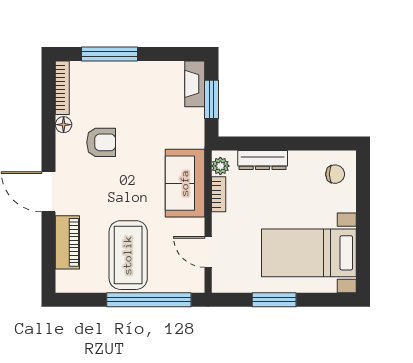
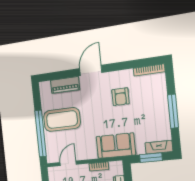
window: (109, 54) -> (173, 111), moved
floor lamp: (64, 125) -> (128, 74), removed
plant: (220, 166) -> (114, 166), removed
sofa: (185, 183) -> (116, 146), moved

